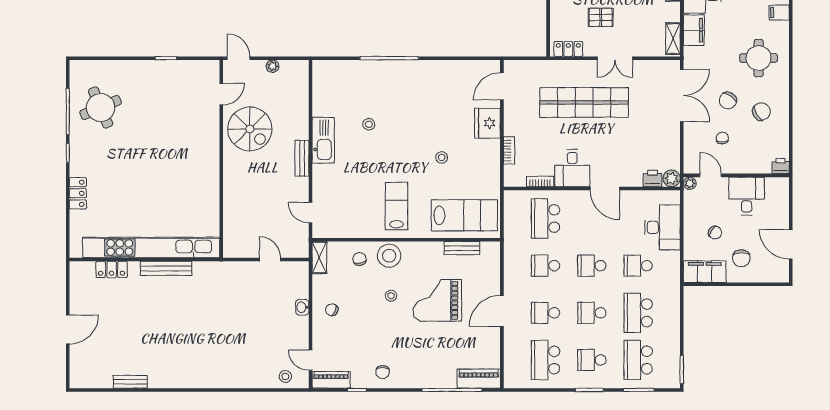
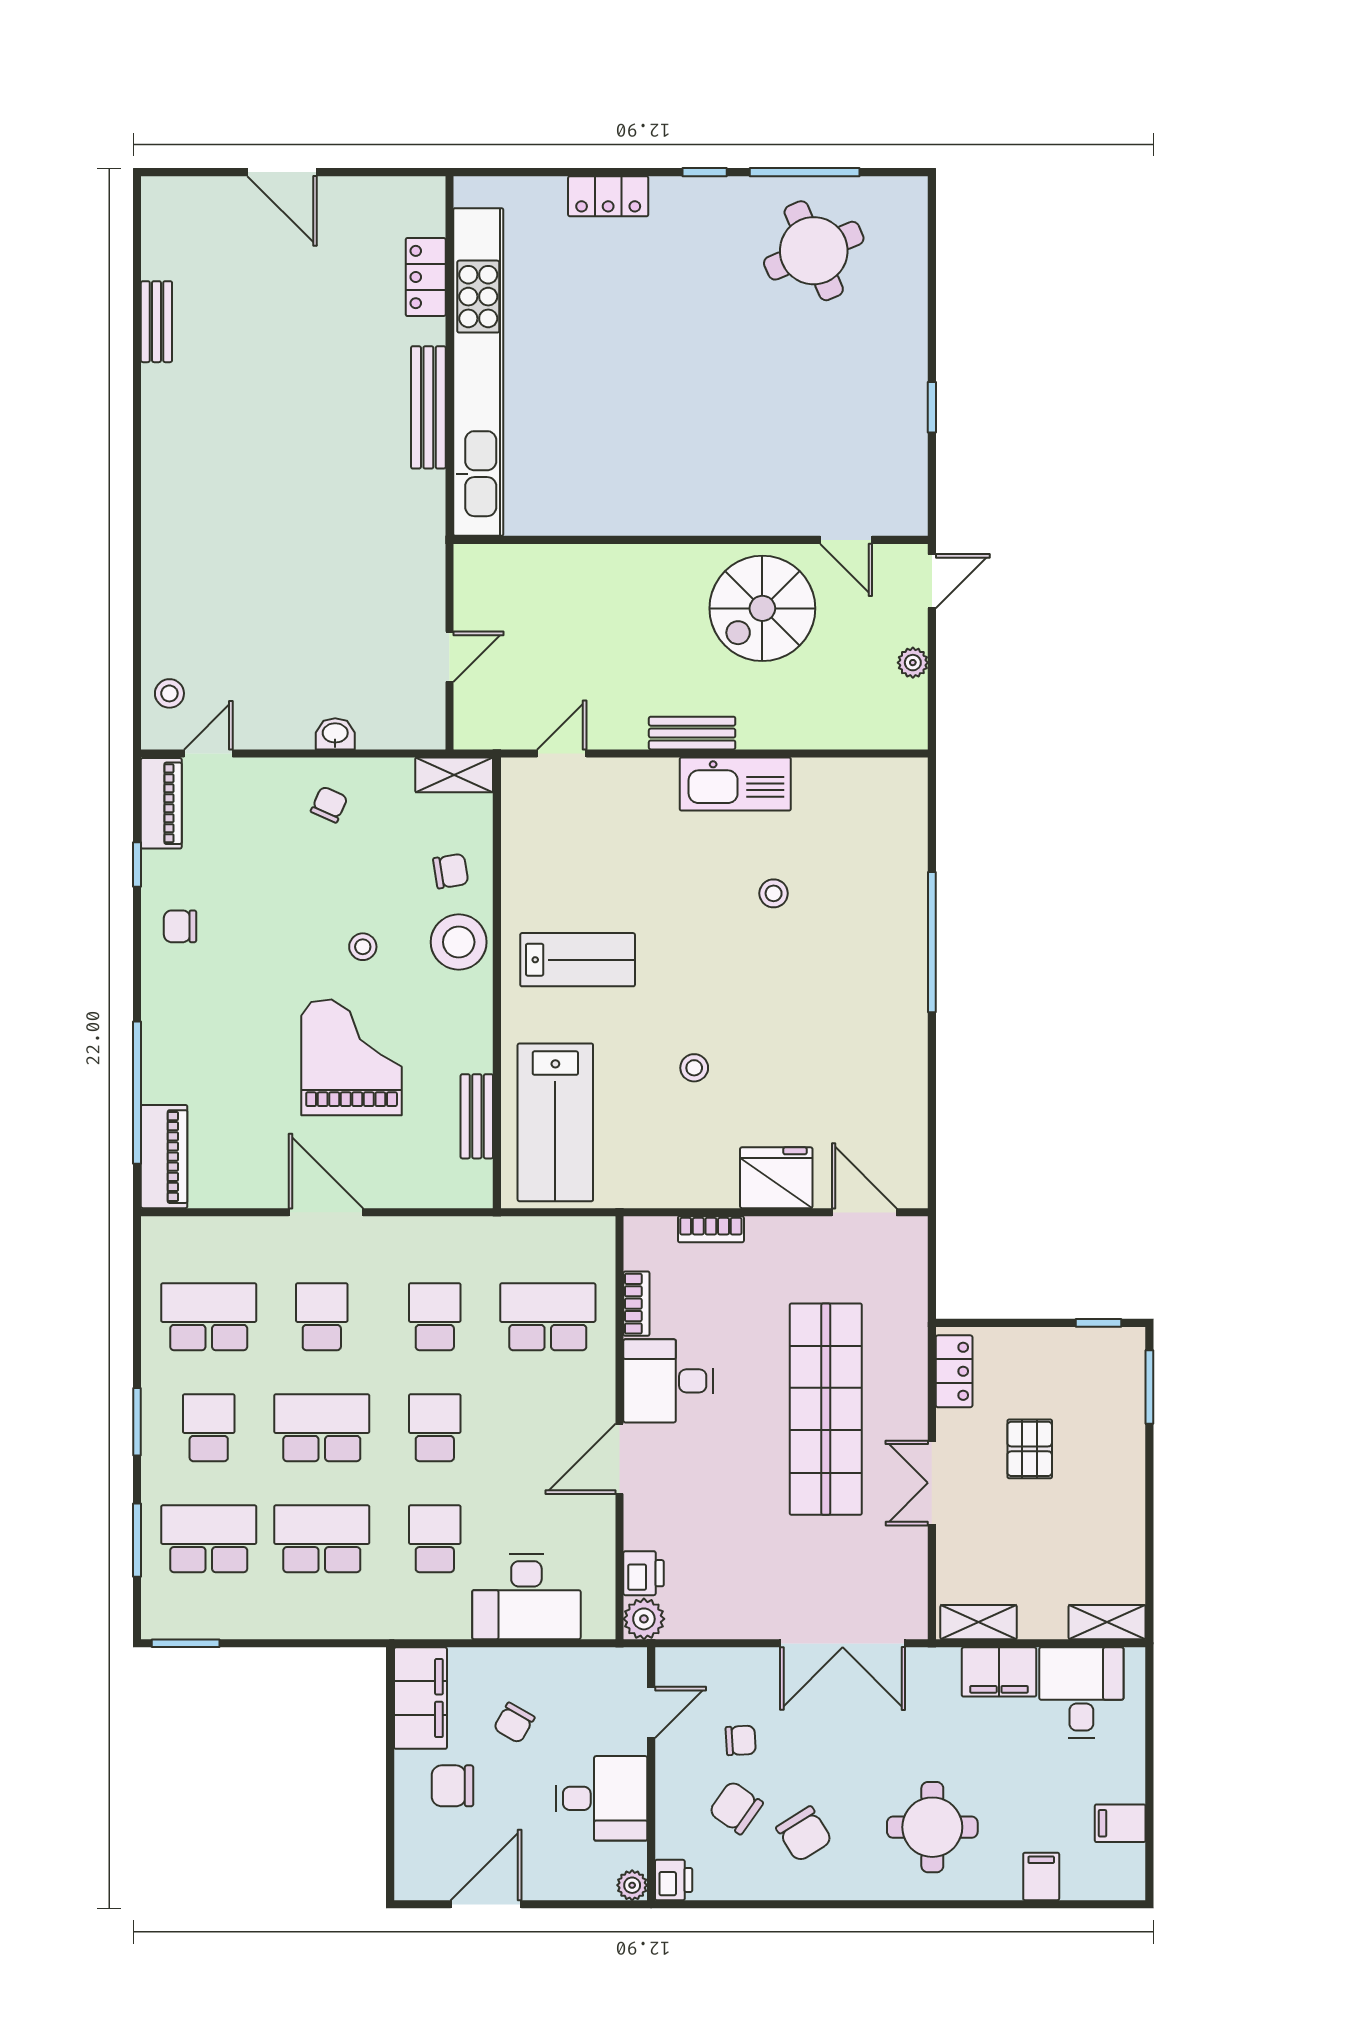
chair: (728, 101) -> (736, 1808), moved
plant: (690, 183) -> (632, 1885), moved
school desk: (592, 313) -> (322, 1428), width x1.85

